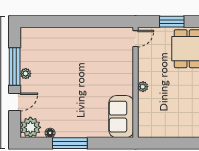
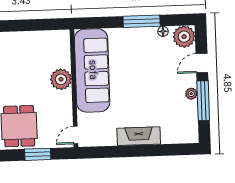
fireplace: (76, 35) -> (139, 136), added
plant: (143, 87) -> (61, 79), width x1.87, depth x1.87
sofa: (121, 117) -> (92, 70), width x1.85, depth x1.27

